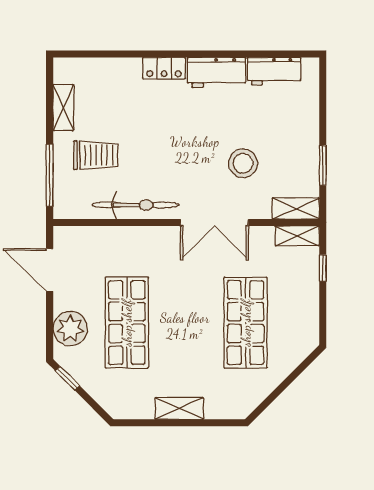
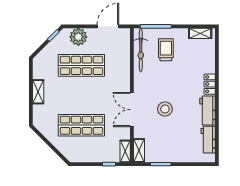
shelving: (63, 108) -> (200, 33), moved
trolley: (96, 155) -> (166, 50), turned 180
stool: (243, 163) -> (165, 109), moved
bicycle: (136, 205) -> (141, 50), moved

